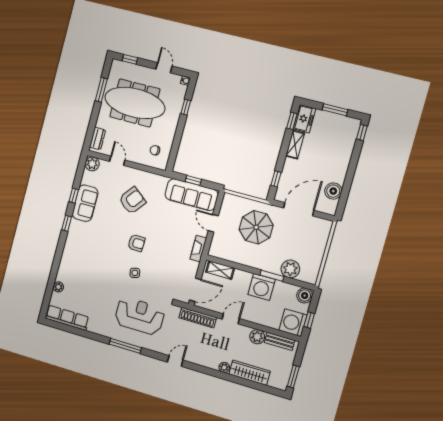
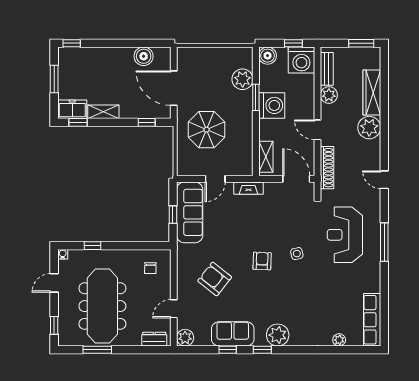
plant: (75, 239) -> (278, 335), added
plant: (224, 367) -> (369, 128), width x1.88, depth x1.88

